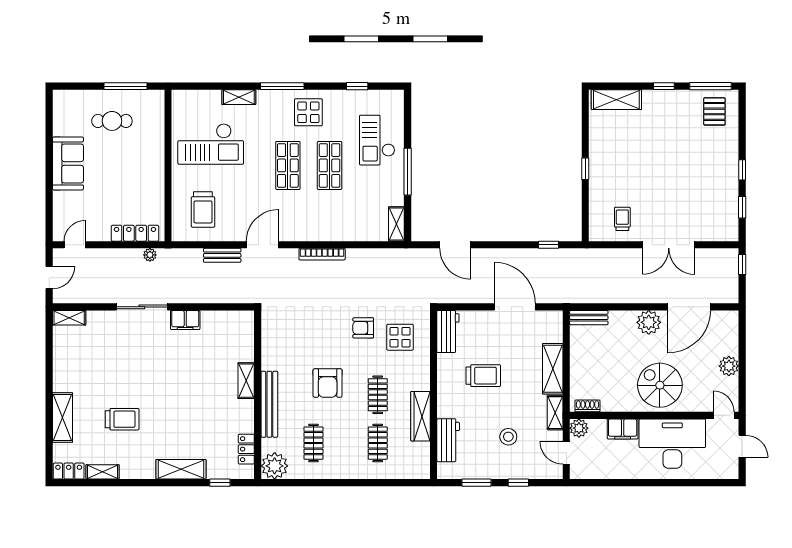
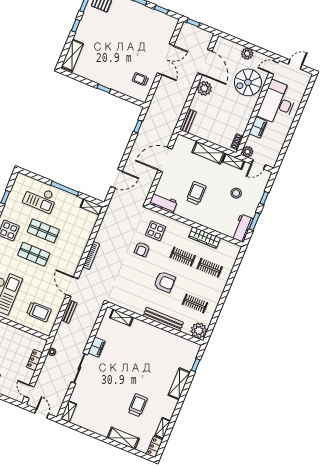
locker: (135, 233) -> (35, 360), width x0.66
shelving: (246, 381) -> (121, 317), moved
spiral stairs: (660, 385) -> (248, 82), moved
workbench: (448, 440) -> (242, 228), moved, turned -90
locker: (246, 449) -> (183, 343), removed

